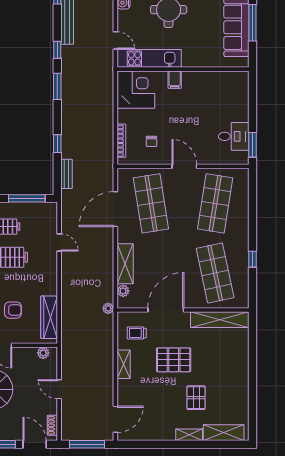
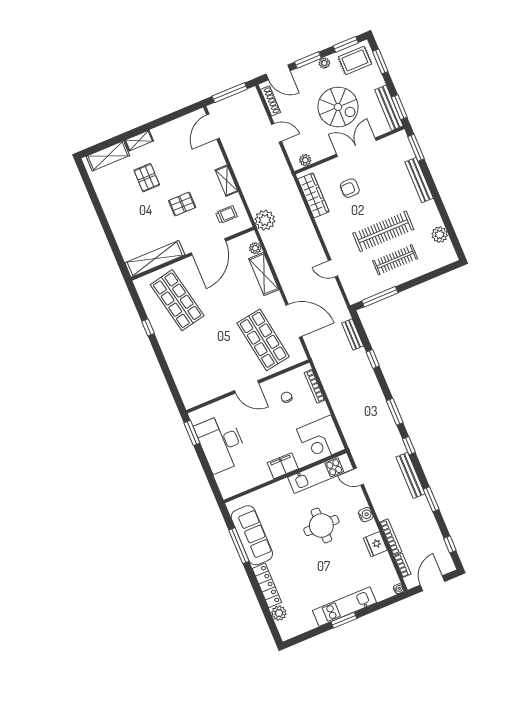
filing cabinet: (175, 80) -> (283, 466), width x2.00
desk: (234, 136) -> (221, 443), width x1.87, depth x1.30
shop shelf: (215, 203) -> (204, 364), removed
door: (115, 209) -> (294, 321), hinge flipped
plant: (108, 308) -> (265, 220), width x1.88, depth x1.88
pallet: (174, 360) -> (182, 204), width x0.67, depth x0.71
shoe rack: (52, 425) -> (271, 101), width x1.43

